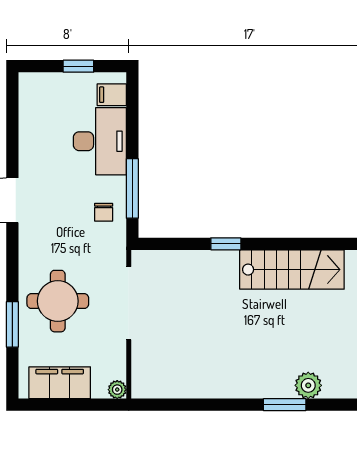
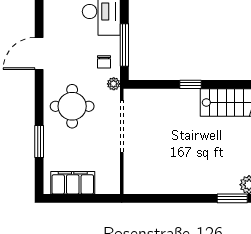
round table: (58, 301) -> (72, 106), moved
plant: (117, 390) -> (114, 84), moved

